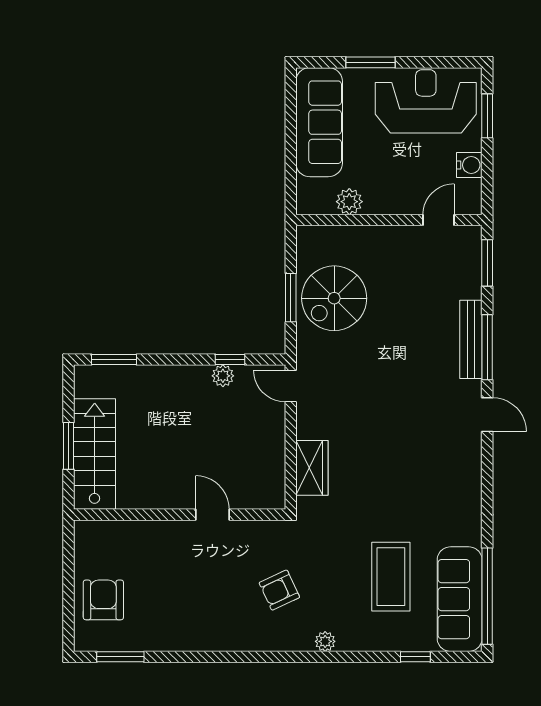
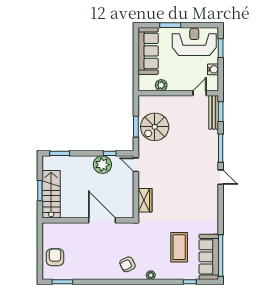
bench: (471, 339) -> (214, 112), moved
plant: (223, 376) -> (102, 165), width x1.87, depth x1.87
door: (212, 515) -> (102, 220), width x1.88
armchair: (279, 590) -> (127, 264), moved

